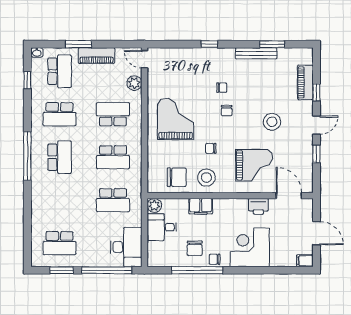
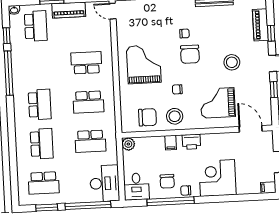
plant: (134, 83) -> (104, 33), removed
chair: (227, 111) -> (190, 54), width x1.87, depth x1.87
school desk: (60, 114) -> (42, 144), moved, turned -90
window: (27, 156) -> (9, 73), moved
grand piano: (254, 165) -> (218, 103), turned 180
filing cabinet: (201, 206) -> (171, 143), width x0.50
printer: (258, 206) -> (191, 142), moved
desk: (162, 227) -> (136, 186), moved, turned -90

